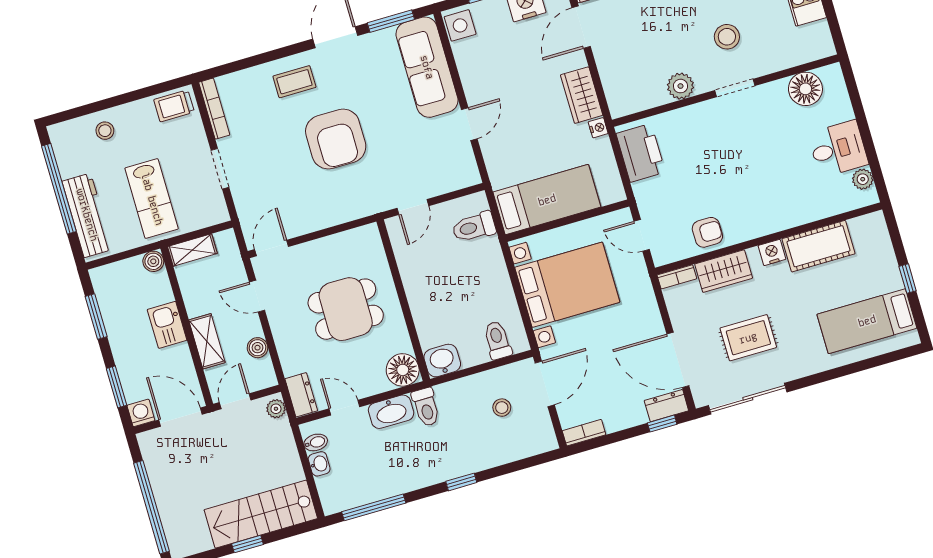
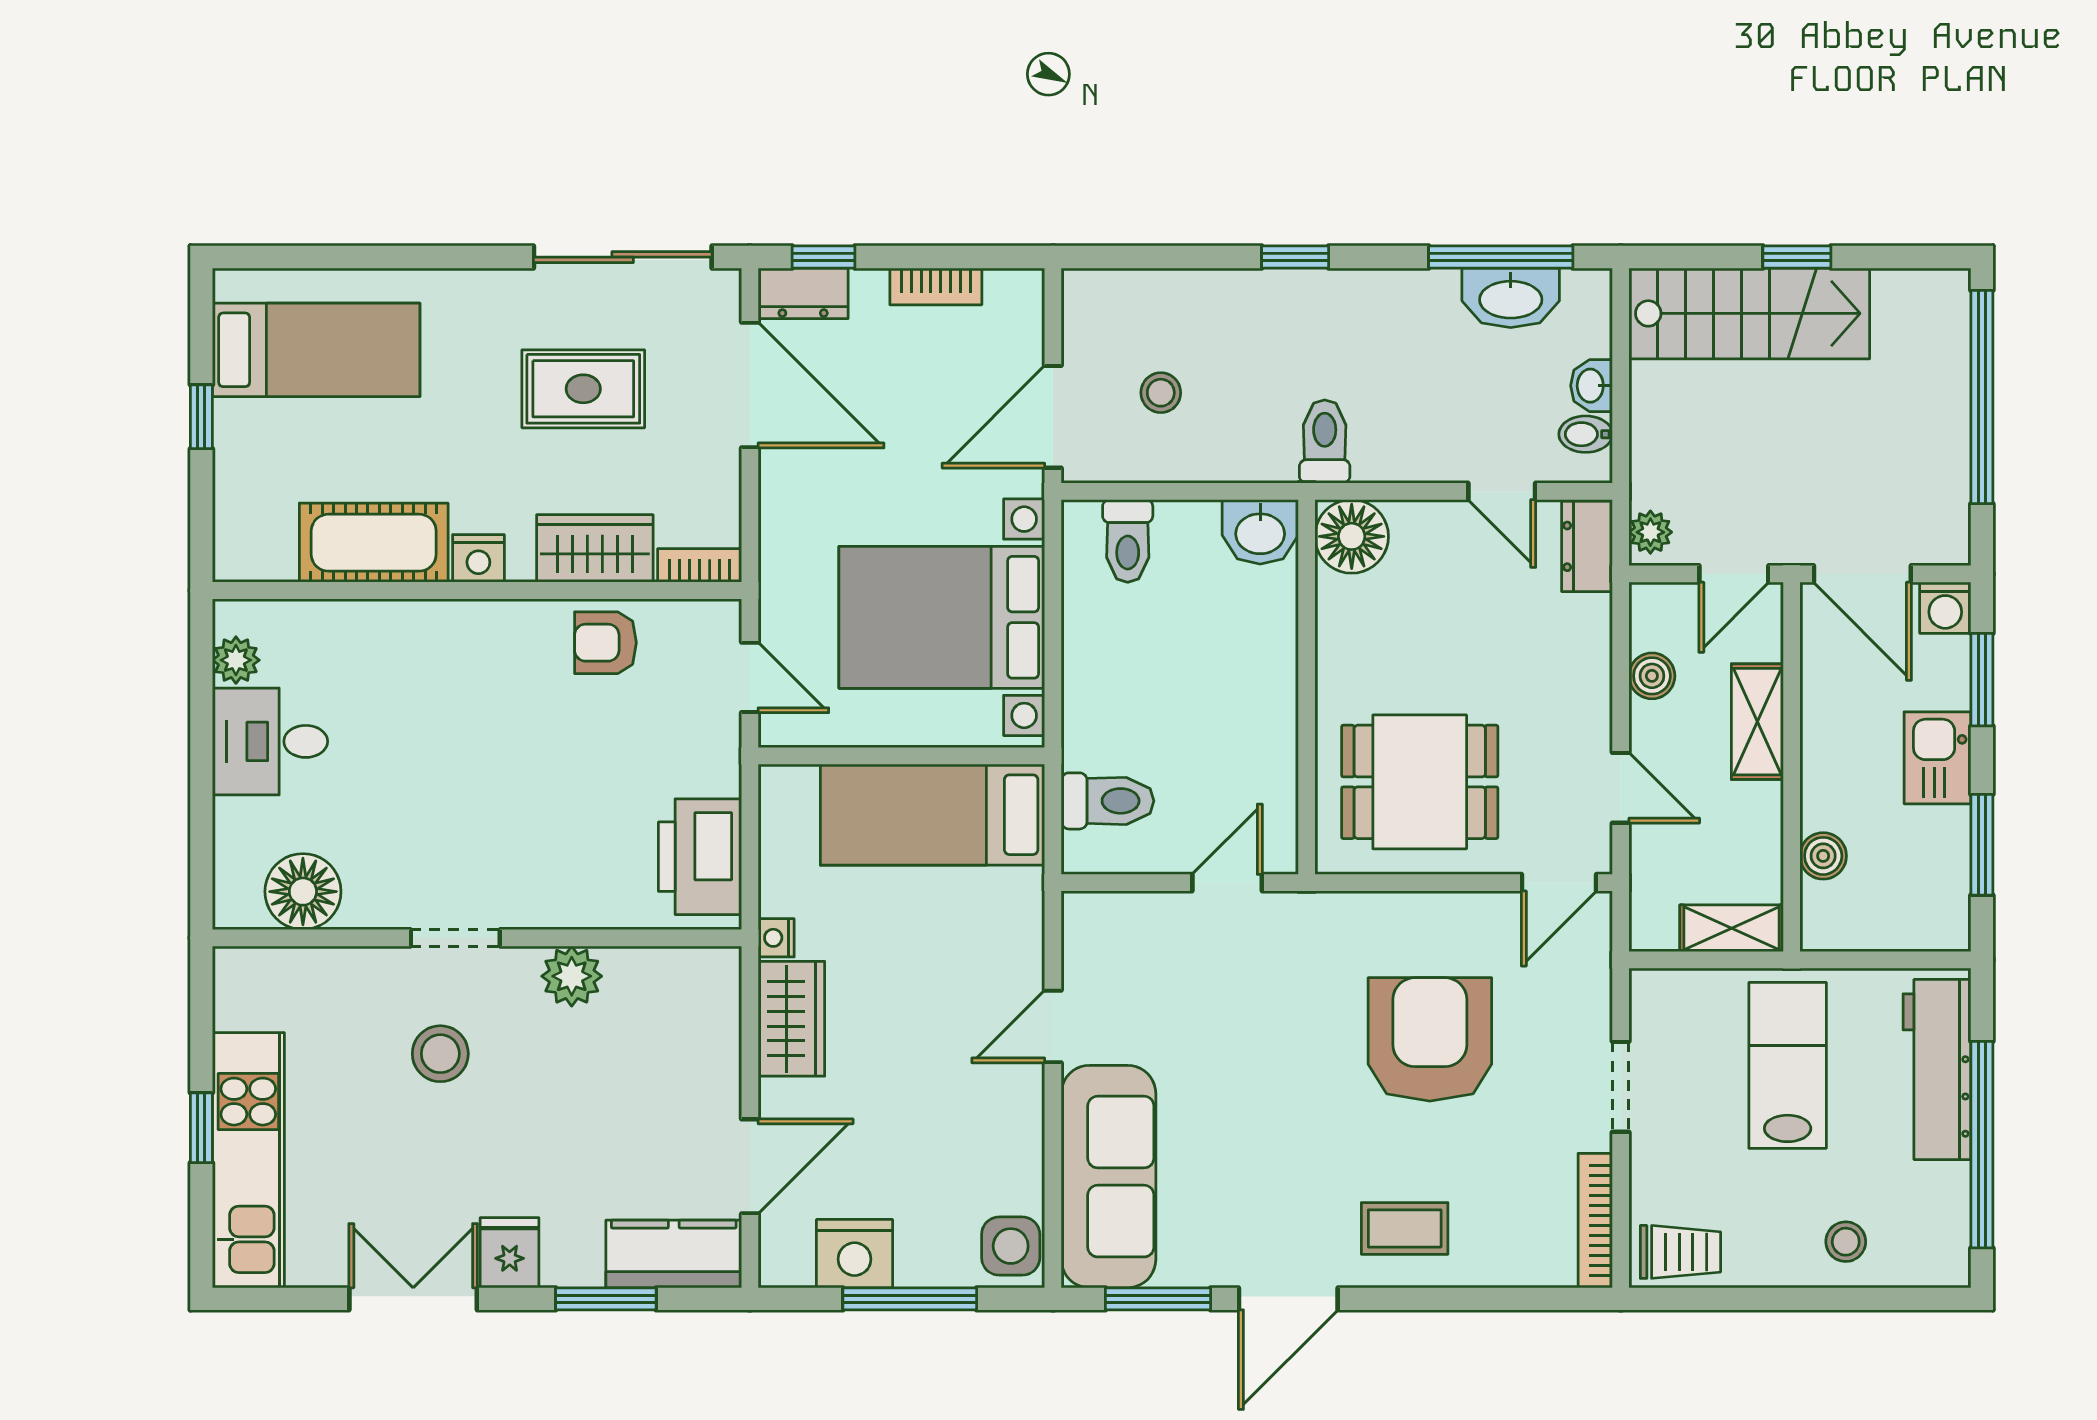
armchair: (336, 139) -> (1430, 1039), moved
boiler: (153, 261) -> (1823, 856), moved
dining table: (346, 309) -> (1420, 782), moved
kitchen sink: (167, 325) -> (1937, 758), moved, turned 180
washbasin: (391, 412) -> (1511, 298), moved, turned 180
bookcase: (584, 433) -> (936, 286), moved

